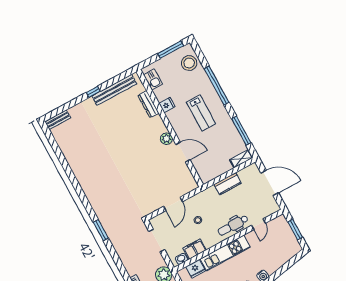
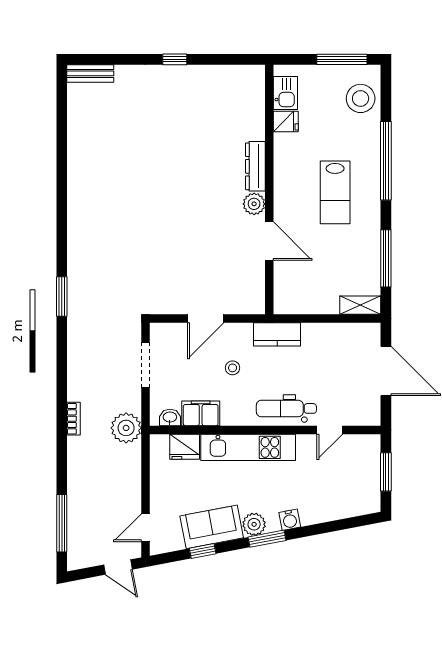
bench: (114, 90) -> (212, 75), removed
dresser: (148, 104) -> (255, 166), moved
fridge: (167, 105) -> (286, 121), moved
kitchen counter: (228, 184) -> (277, 334), moved

